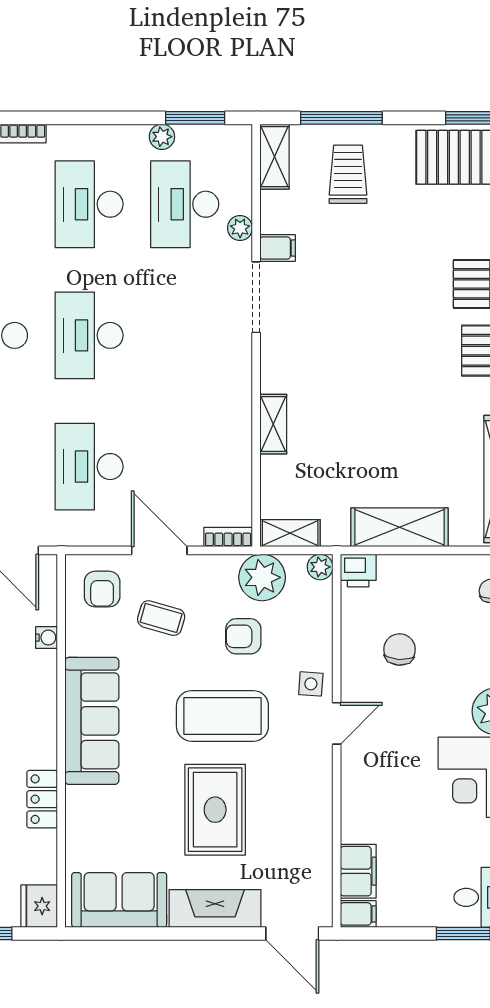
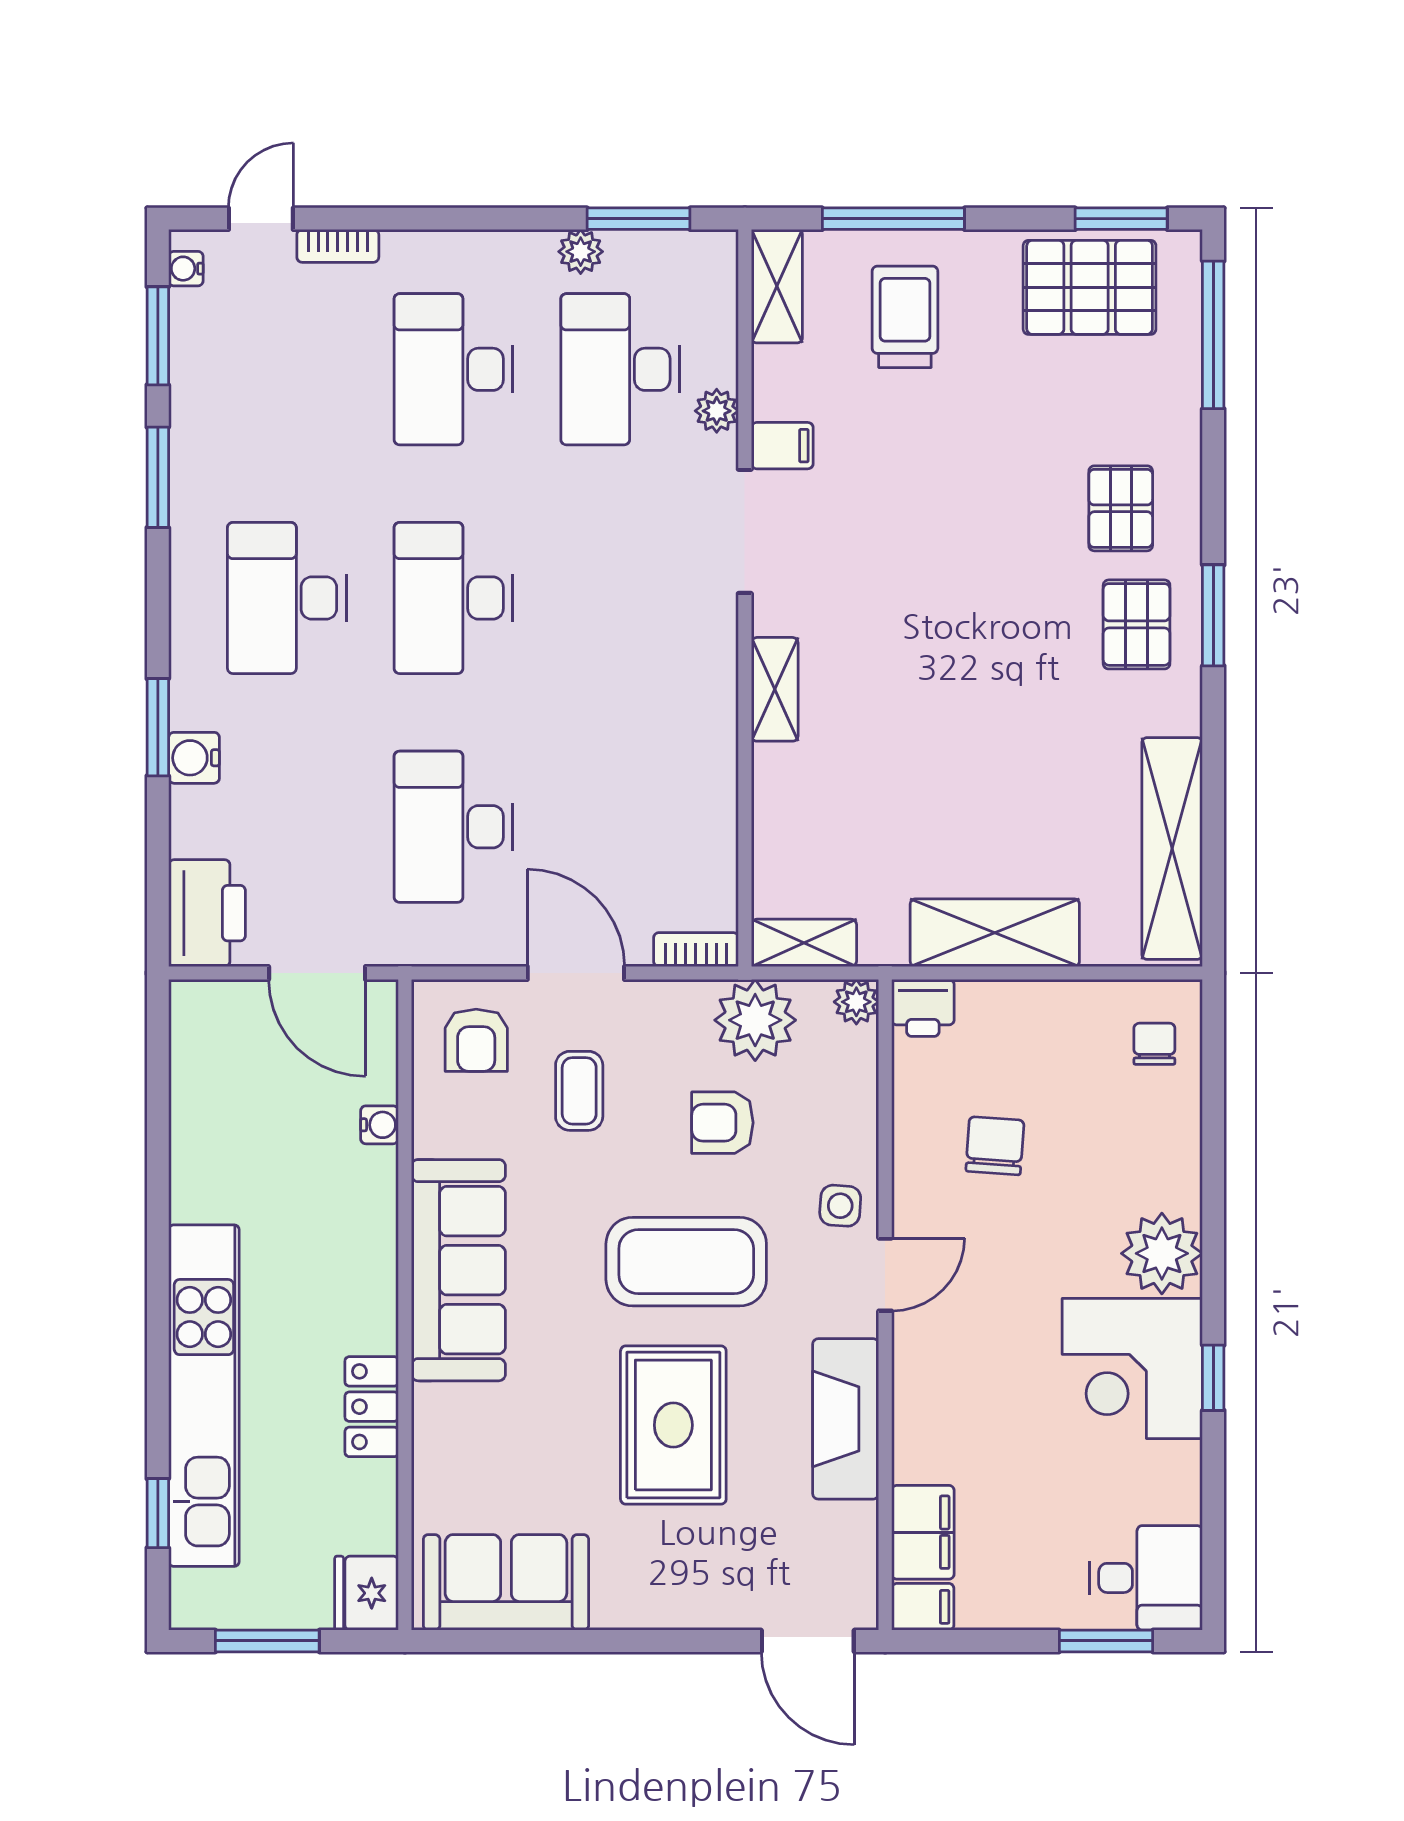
shelving: (273, 424) -> (775, 689), moved
coffee table: (161, 618) -> (579, 1091), turned 74
fireplace: (215, 908) -> (846, 1419), moved, turned -90

